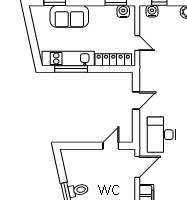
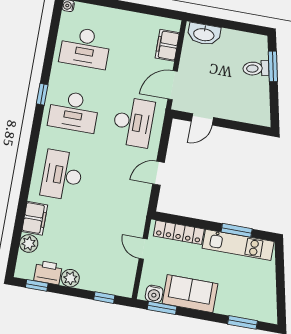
water cooler: (152, 11) -> (116, 287), removed
sofa: (69, 16) -> (190, 294), moved
window: (71, 69) -> (237, 230), width x0.69

